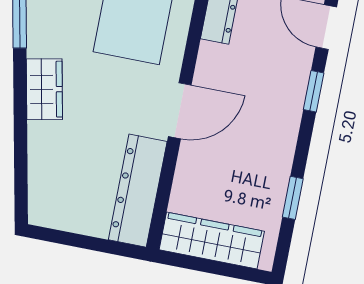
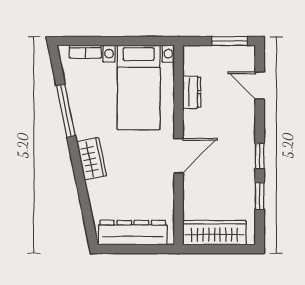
window: (314, 91) -> (260, 156), moved
dresser: (138, 191) -> (133, 233), moved, turned 90

